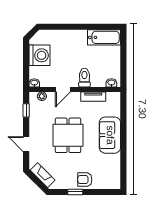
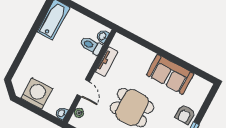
toilet: (84, 78) -> (91, 46), moved
sofa: (110, 135) -> (170, 74), moved

